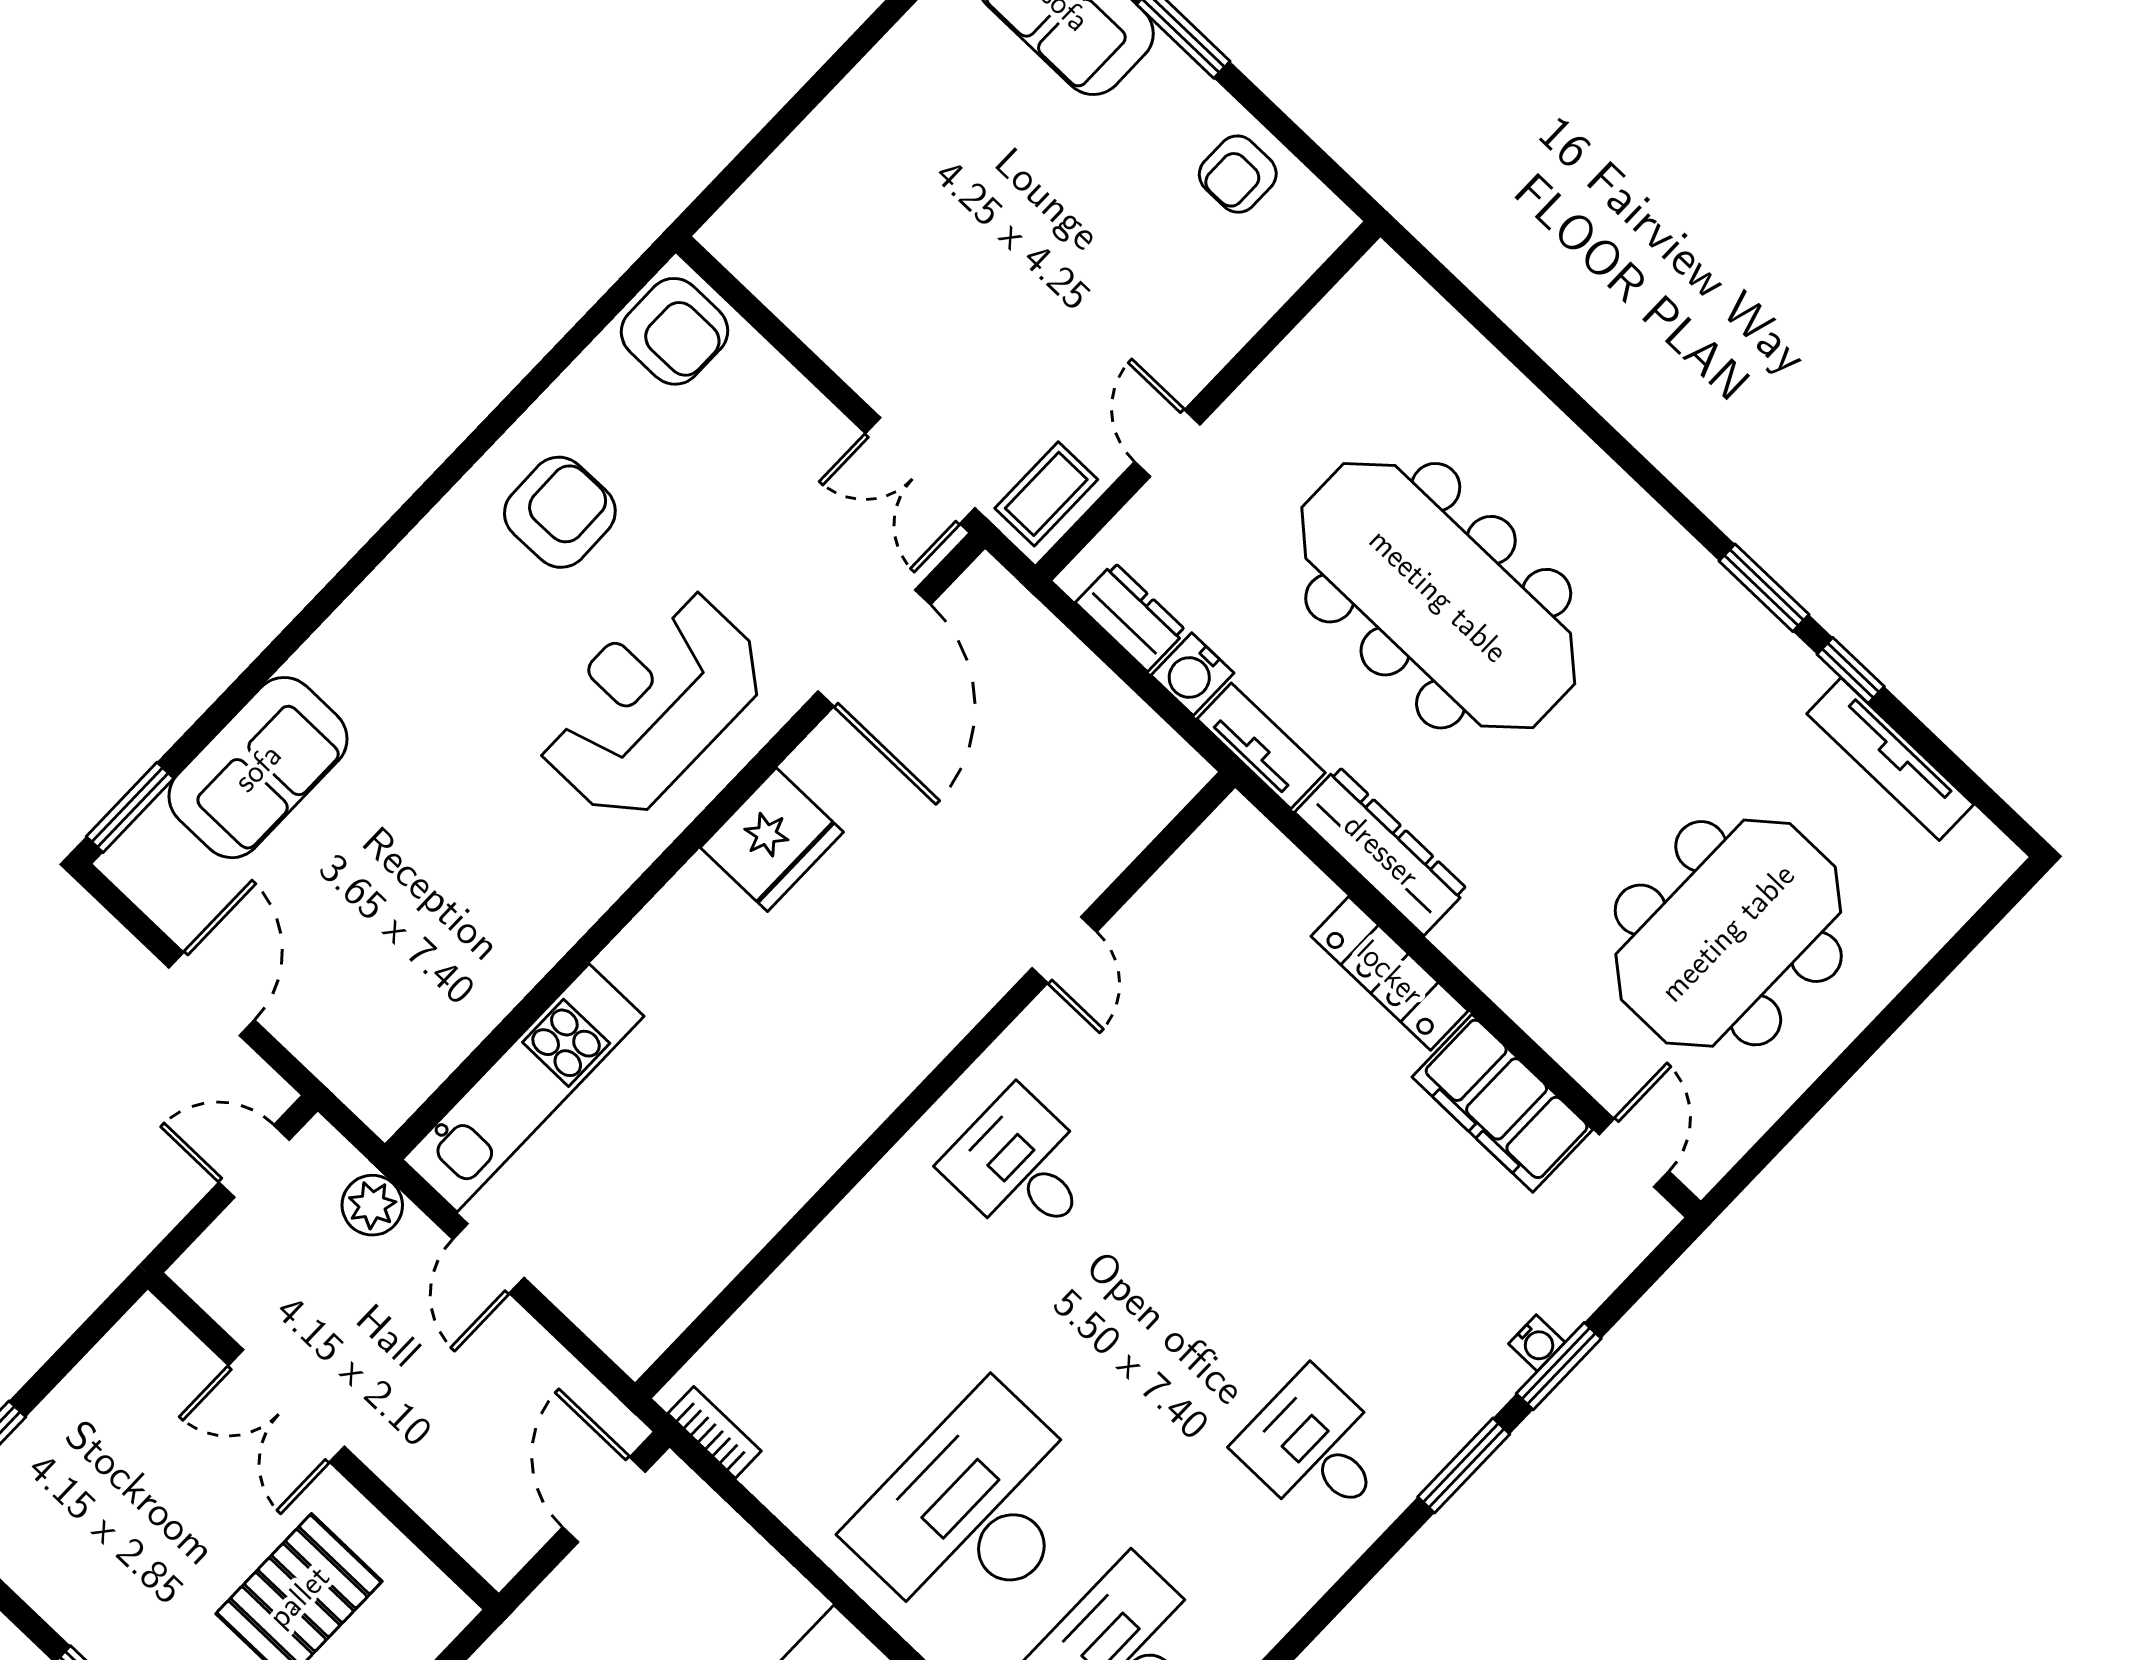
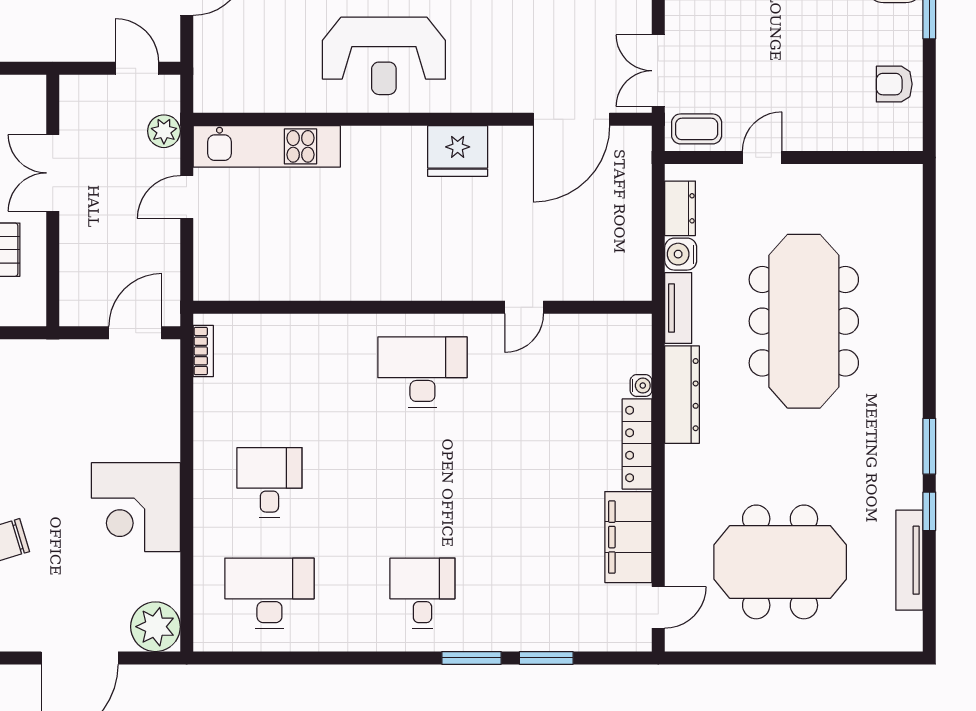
reception desk: (650, 703) -> (384, 56), moved, turned 180
desk: (1021, 1167) -> (422, 372), width x1.37
water cooler: (1537, 1343) -> (641, 386), moved, turned -90
desk: (974, 1511) -> (269, 483), width x0.53, depth x0.77

